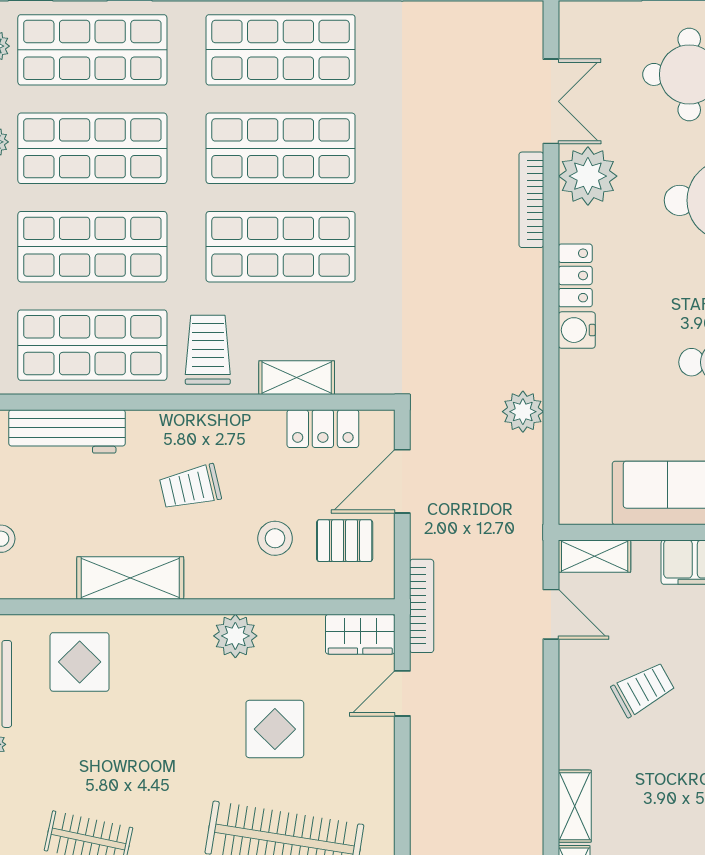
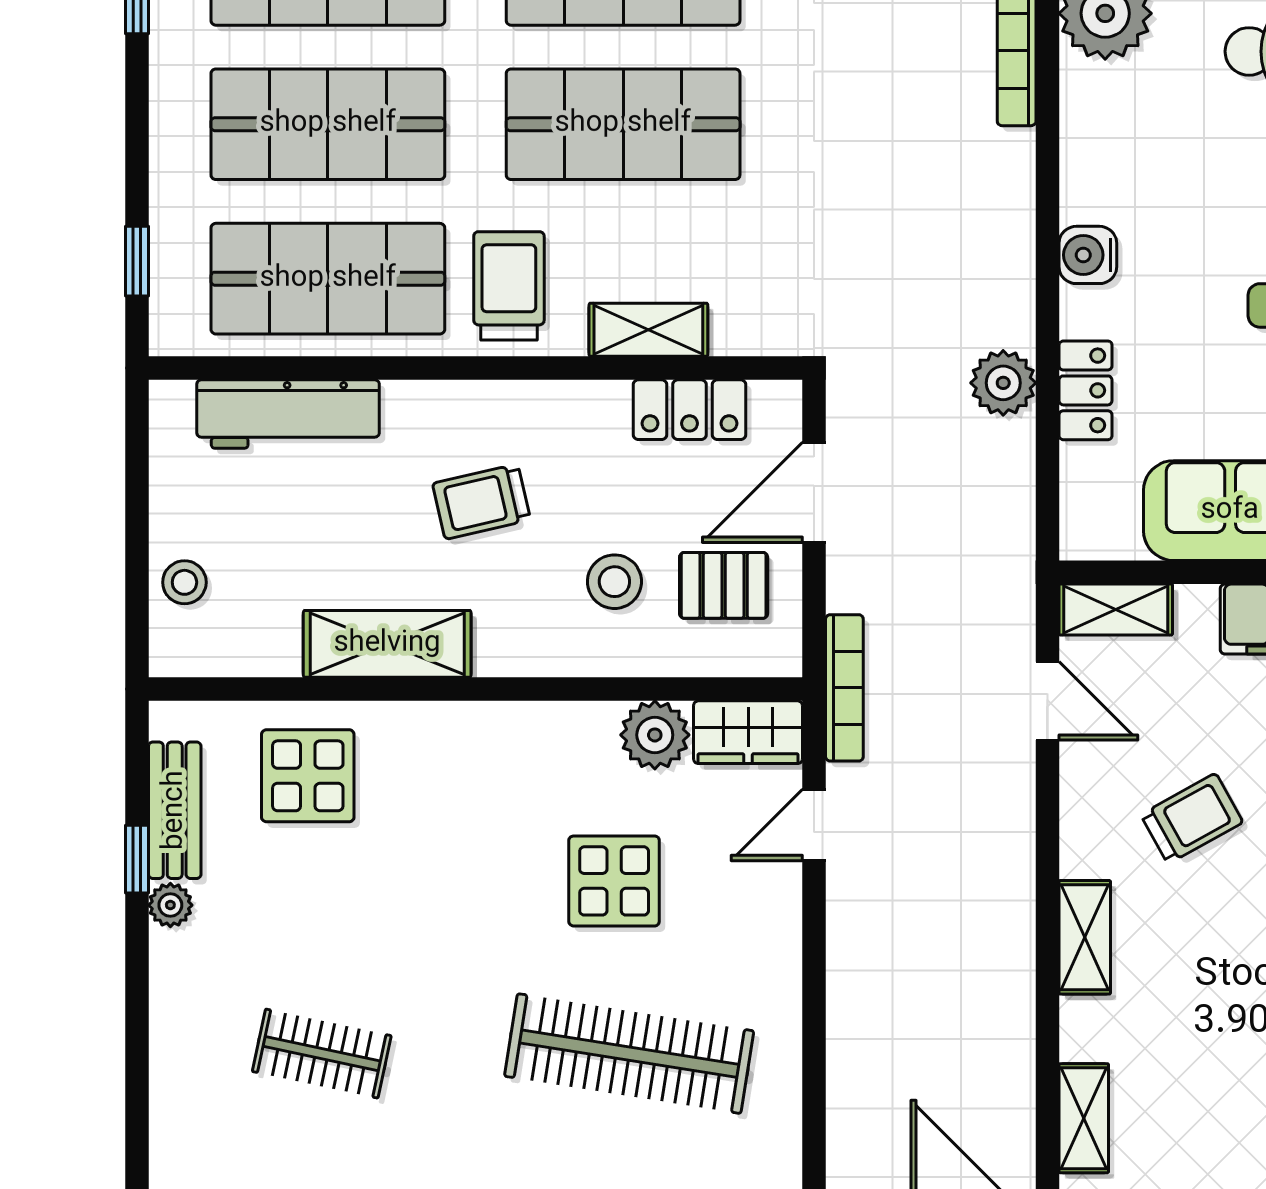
locker: (575, 275) -> (1086, 390), moved
plant: (235, 636) -> (655, 735), moved
shelving: (575, 806) -> (1085, 937), moved

